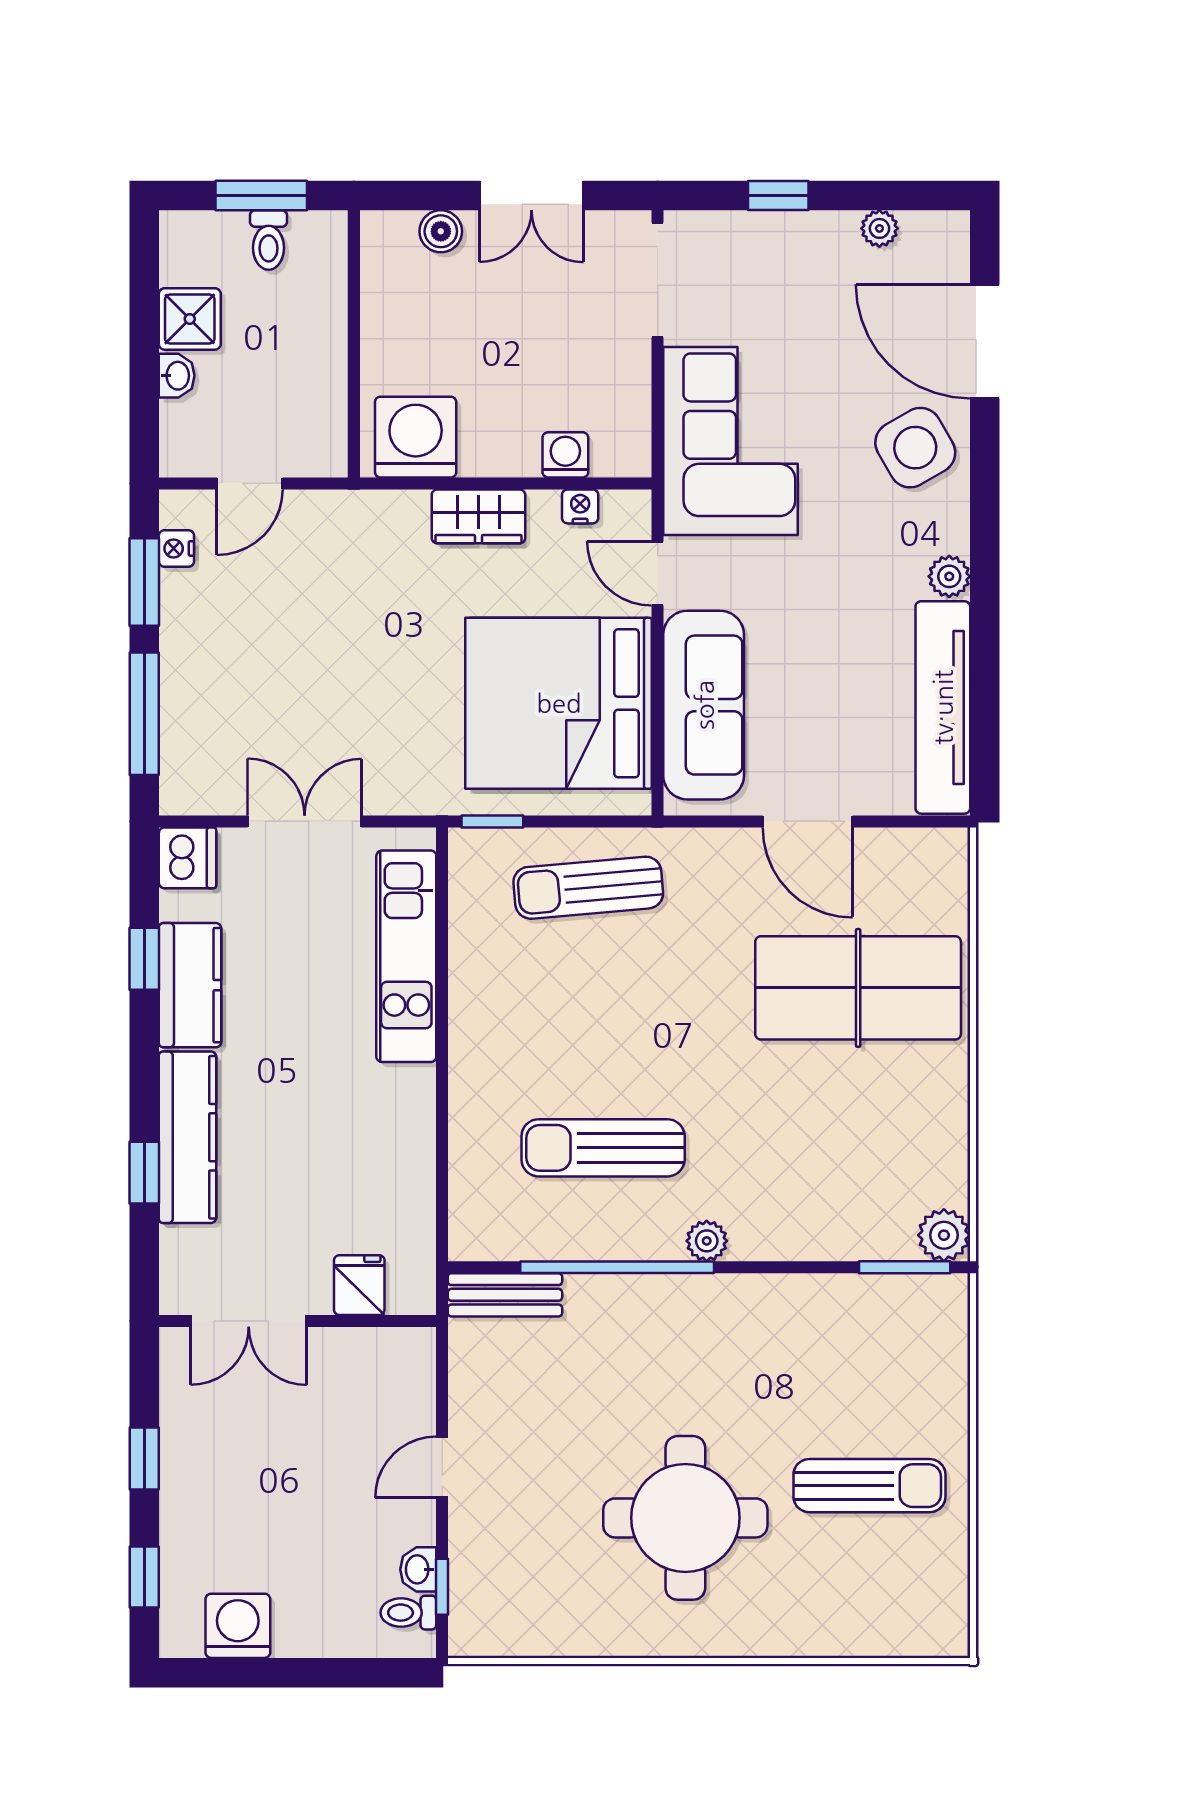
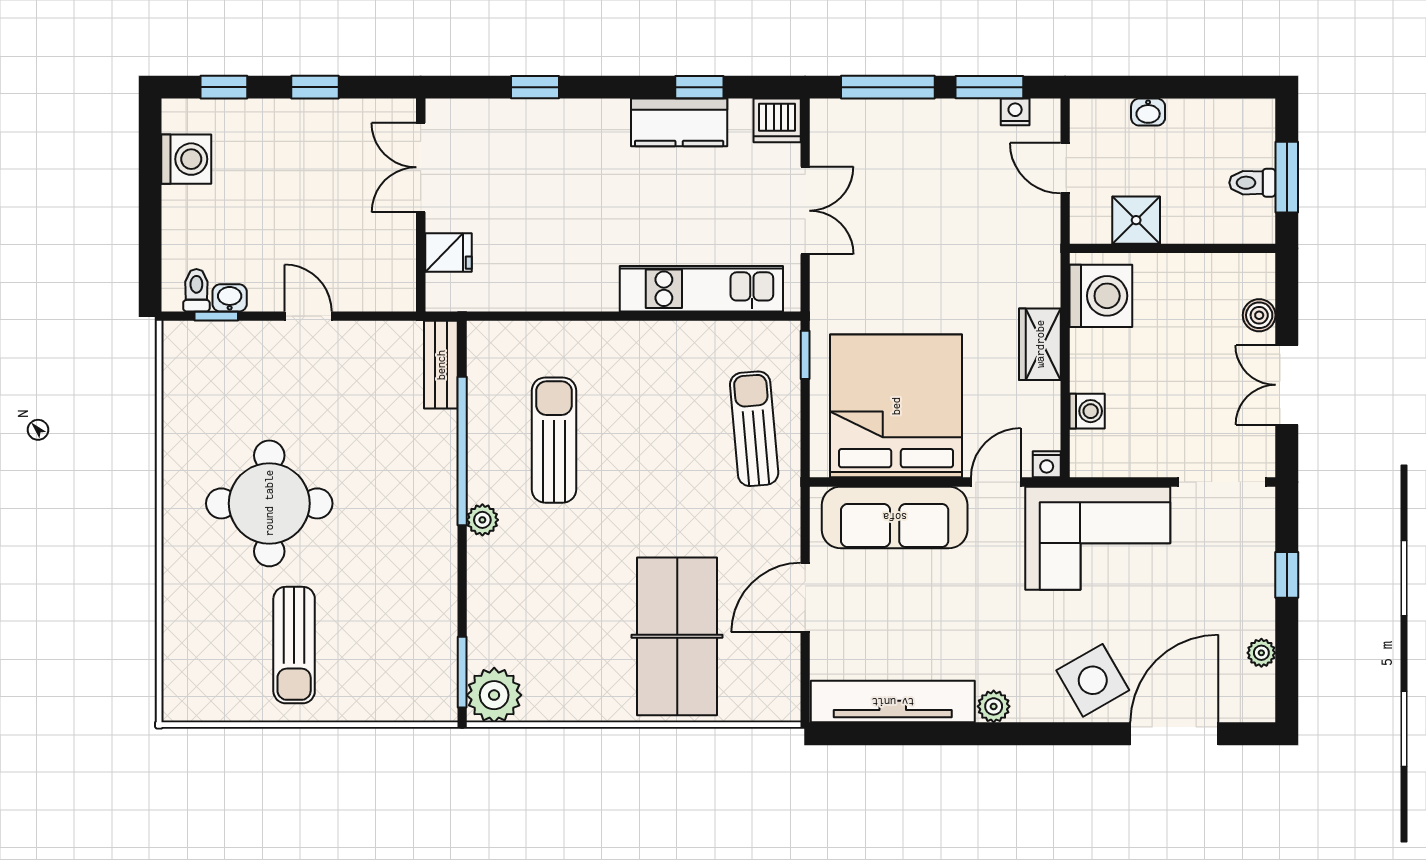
shower: (190, 319) -> (1136, 220), moved
nightstand: (580, 506) -> (1047, 464), moved, turned 90
kitchen counter: (188, 1137) -> (562, 120), removed
plant: (944, 1235) -> (494, 695), width x1.36, depth x1.36

